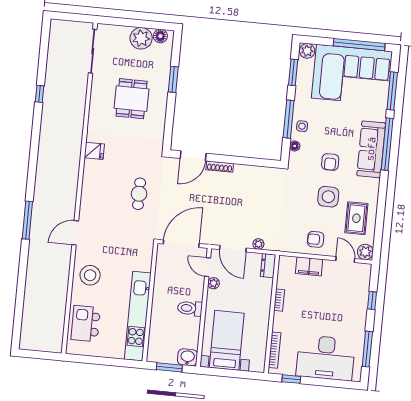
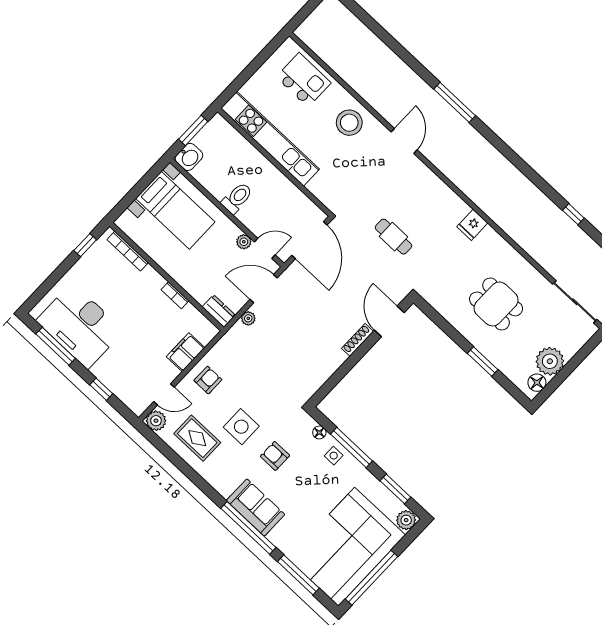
sofa: (371, 149) -> (256, 507), width x0.73
desk: (326, 358) -> (80, 326), moved, turned -90

